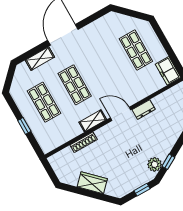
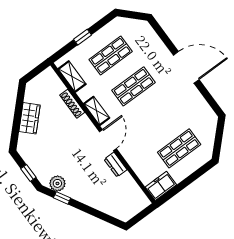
shelving: (40, 59) -> (72, 77), moved

